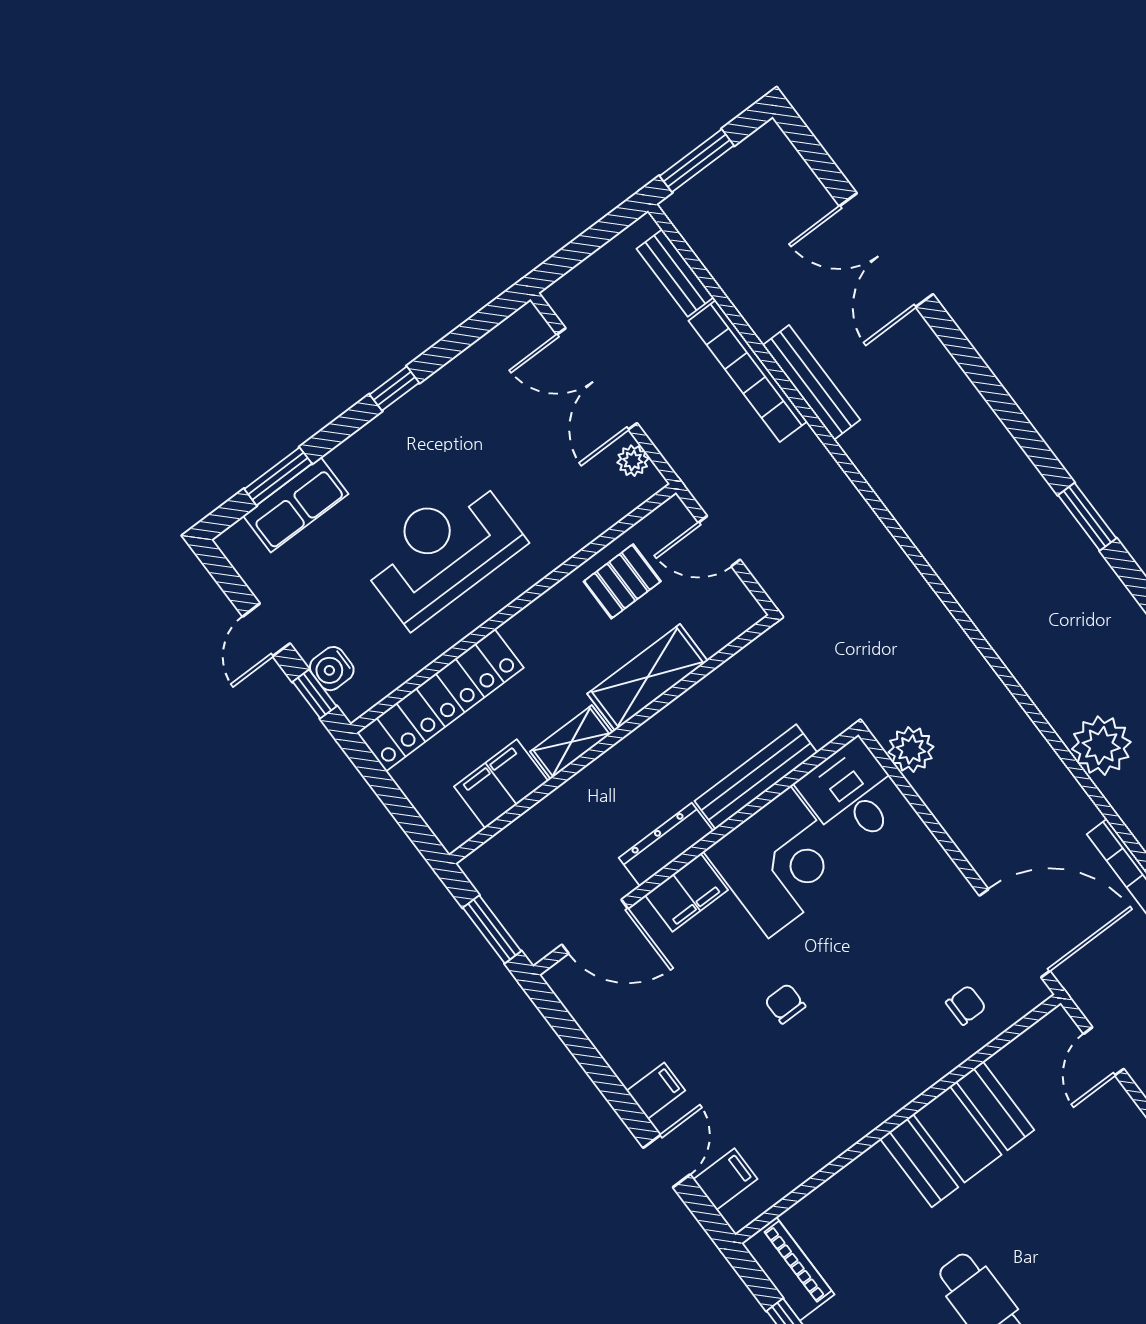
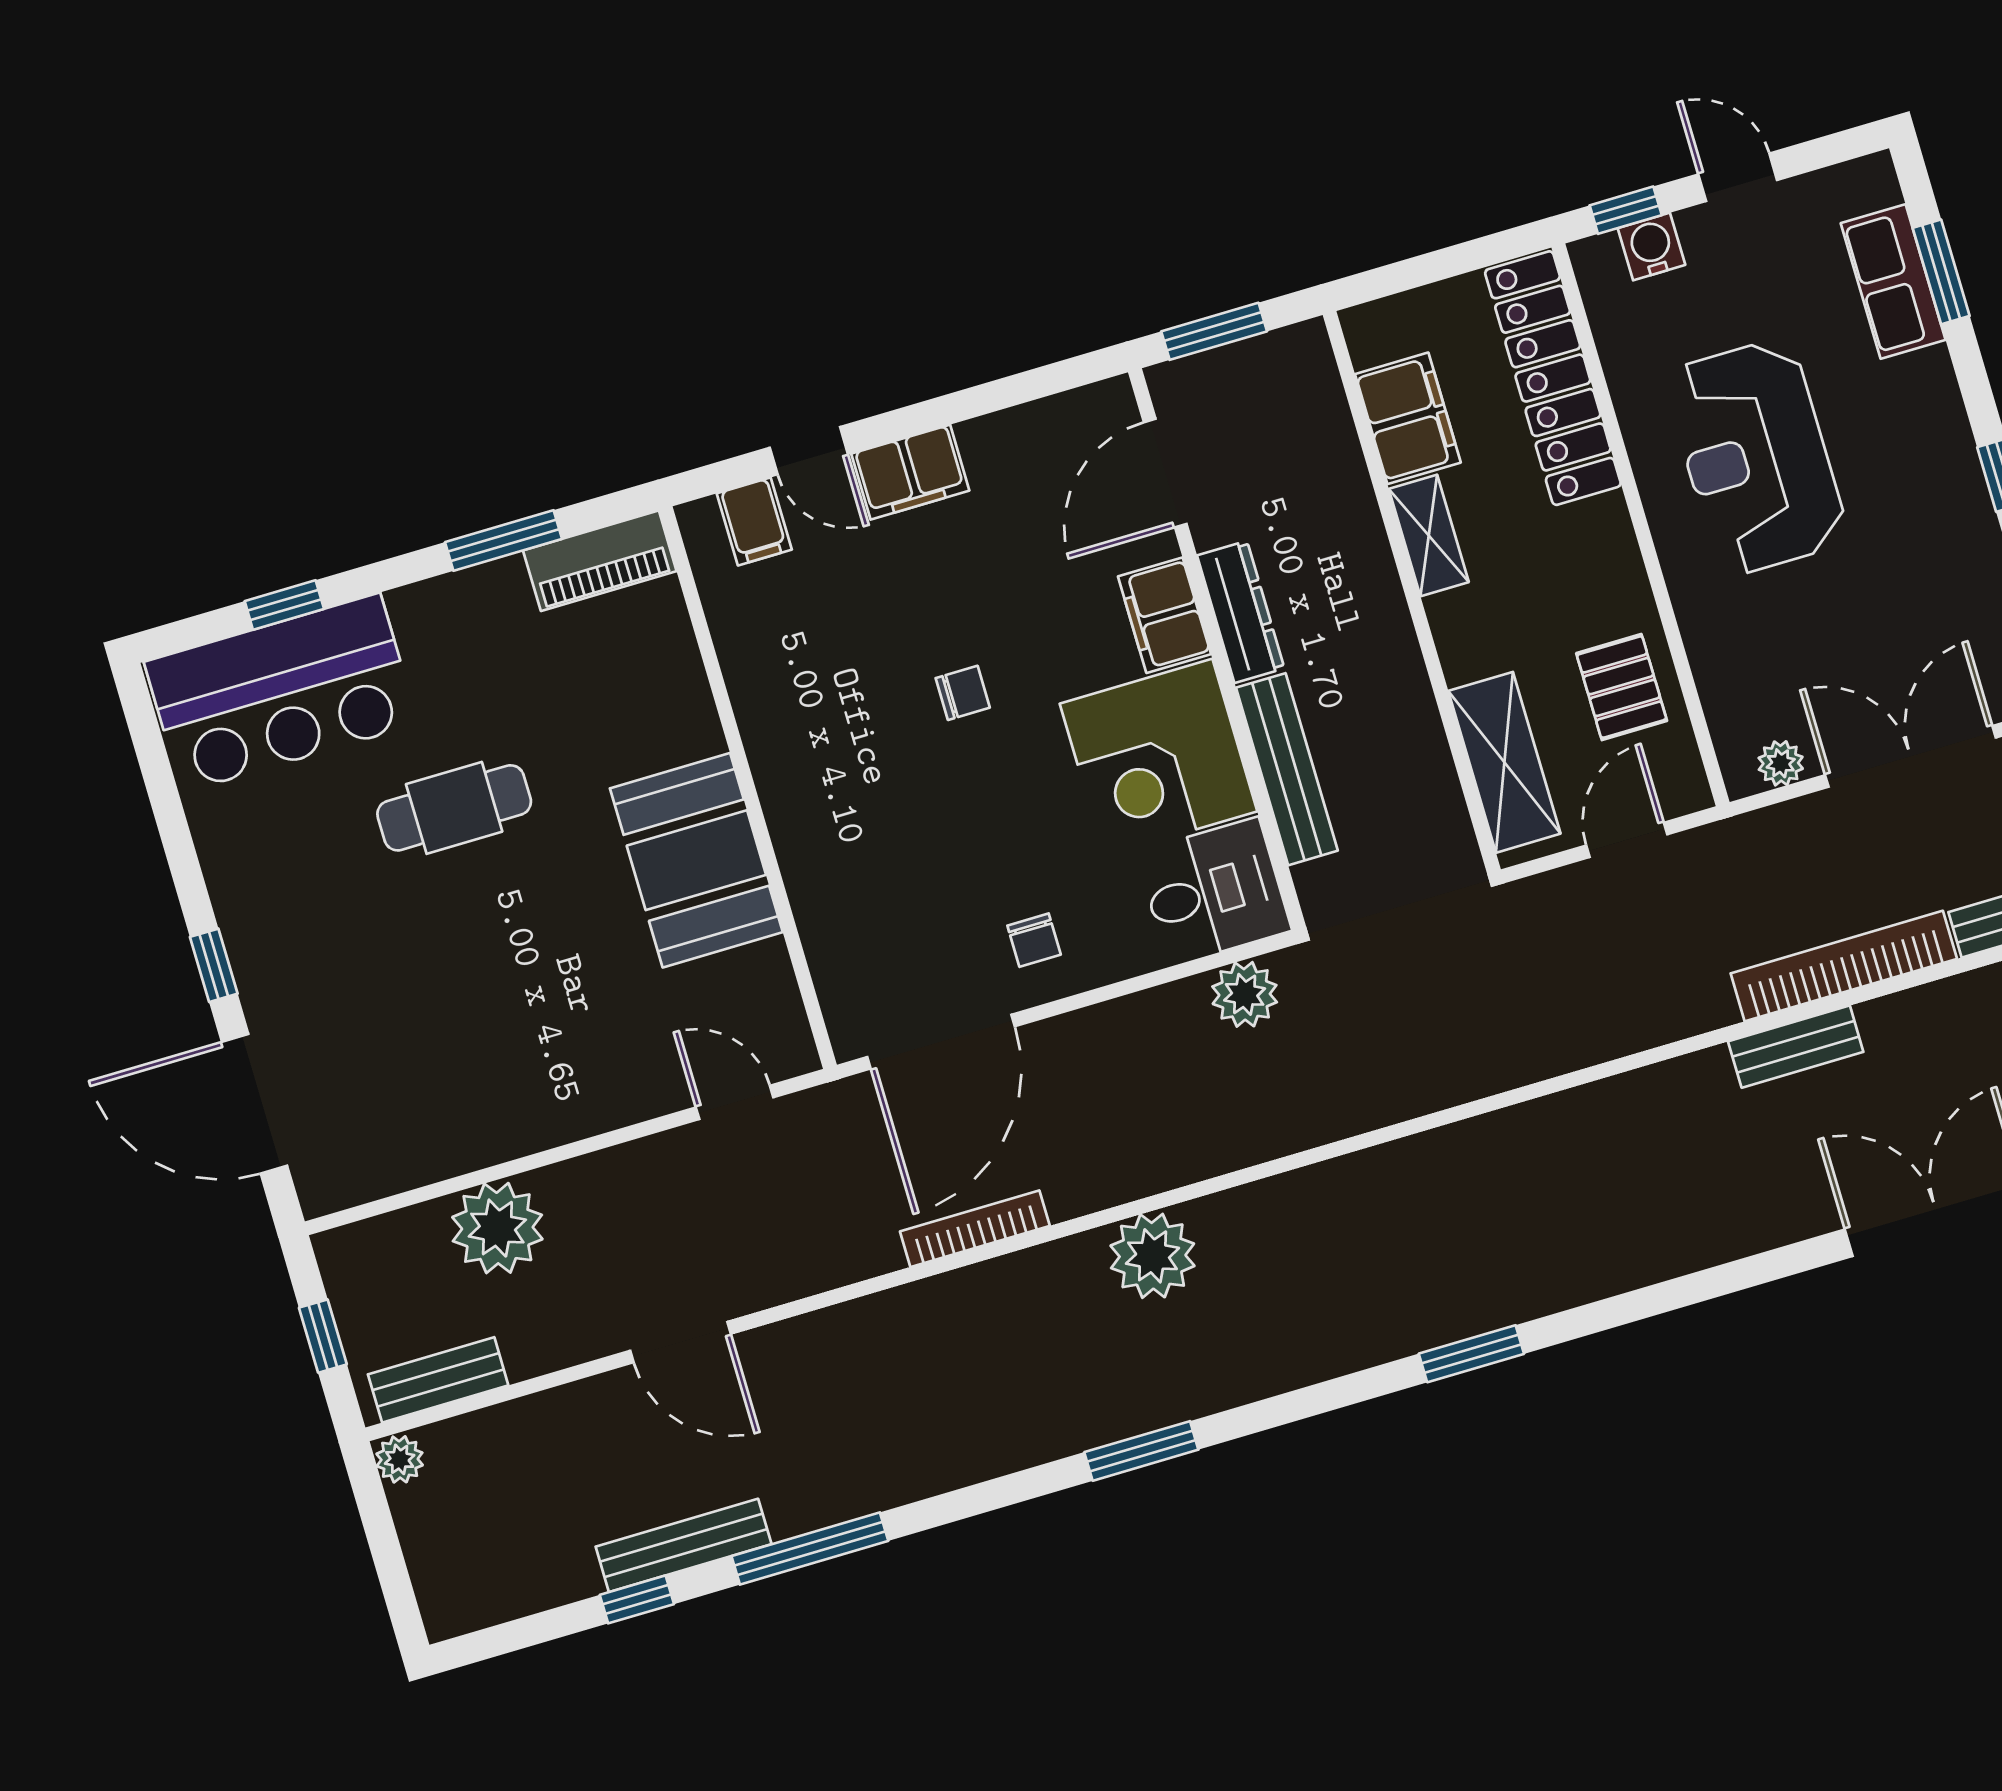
bench: (811, 382) -> (1796, 1047), width x0.73
reception desk: (442, 550) -> (1756, 457), turned 180
shelving: (647, 677) -> (1504, 762), moved
chair: (966, 1005) -> (1034, 940), moved
filing cabinet: (656, 1091) -> (910, 472), width x2.00

